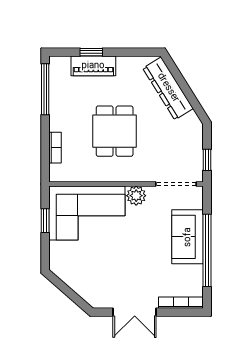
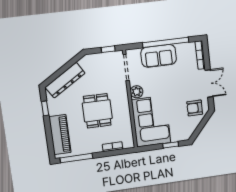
window: (91, 52) -> (45, 108), moved
piano: (93, 66) -> (60, 135), width x1.37, depth x1.33
dining table: (115, 131) -> (97, 111), turned 90
window: (45, 221) -> (171, 145), moved
armchair: (99, 285) -> (195, 108), added

